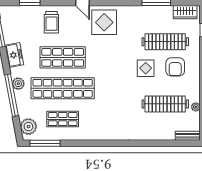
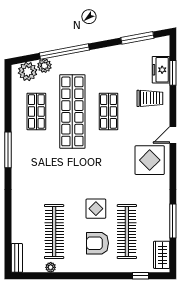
trolley: (51, 22) -> (150, 98), turned 180
freezer: (14, 55) -> (161, 70), moved, turned 101
shop shelf: (63, 57) -> (108, 111), width x0.70, depth x0.74
plant: (18, 84) -> (44, 66), moved
window: (45, 143) -> (8, 150), moved

